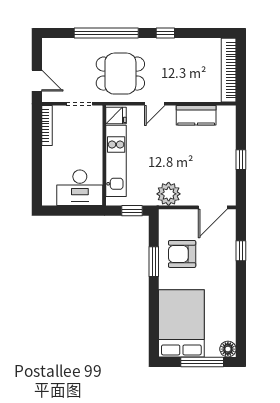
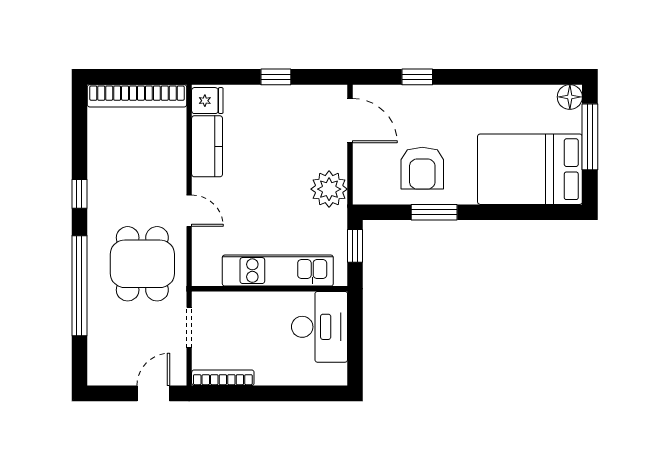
fridge: (116, 115) -> (207, 101), moved, turned 90

